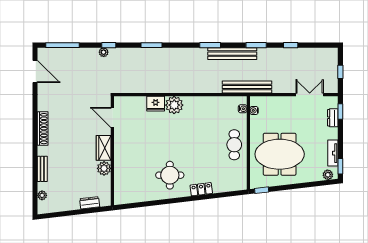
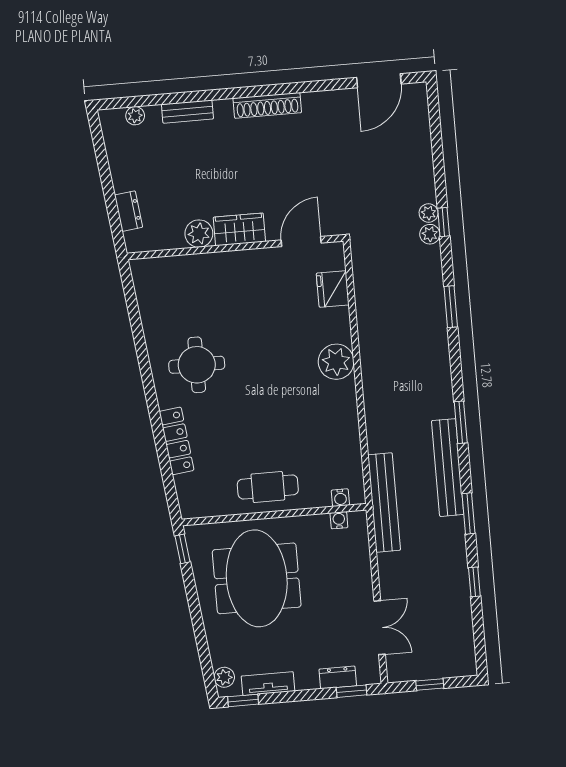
window: (62, 45) -> (436, 131), removed
plant: (114, 53) -> (430, 234), added
fridge: (156, 104) -> (333, 289), moved
locker: (201, 189) -> (177, 441), width x1.53

